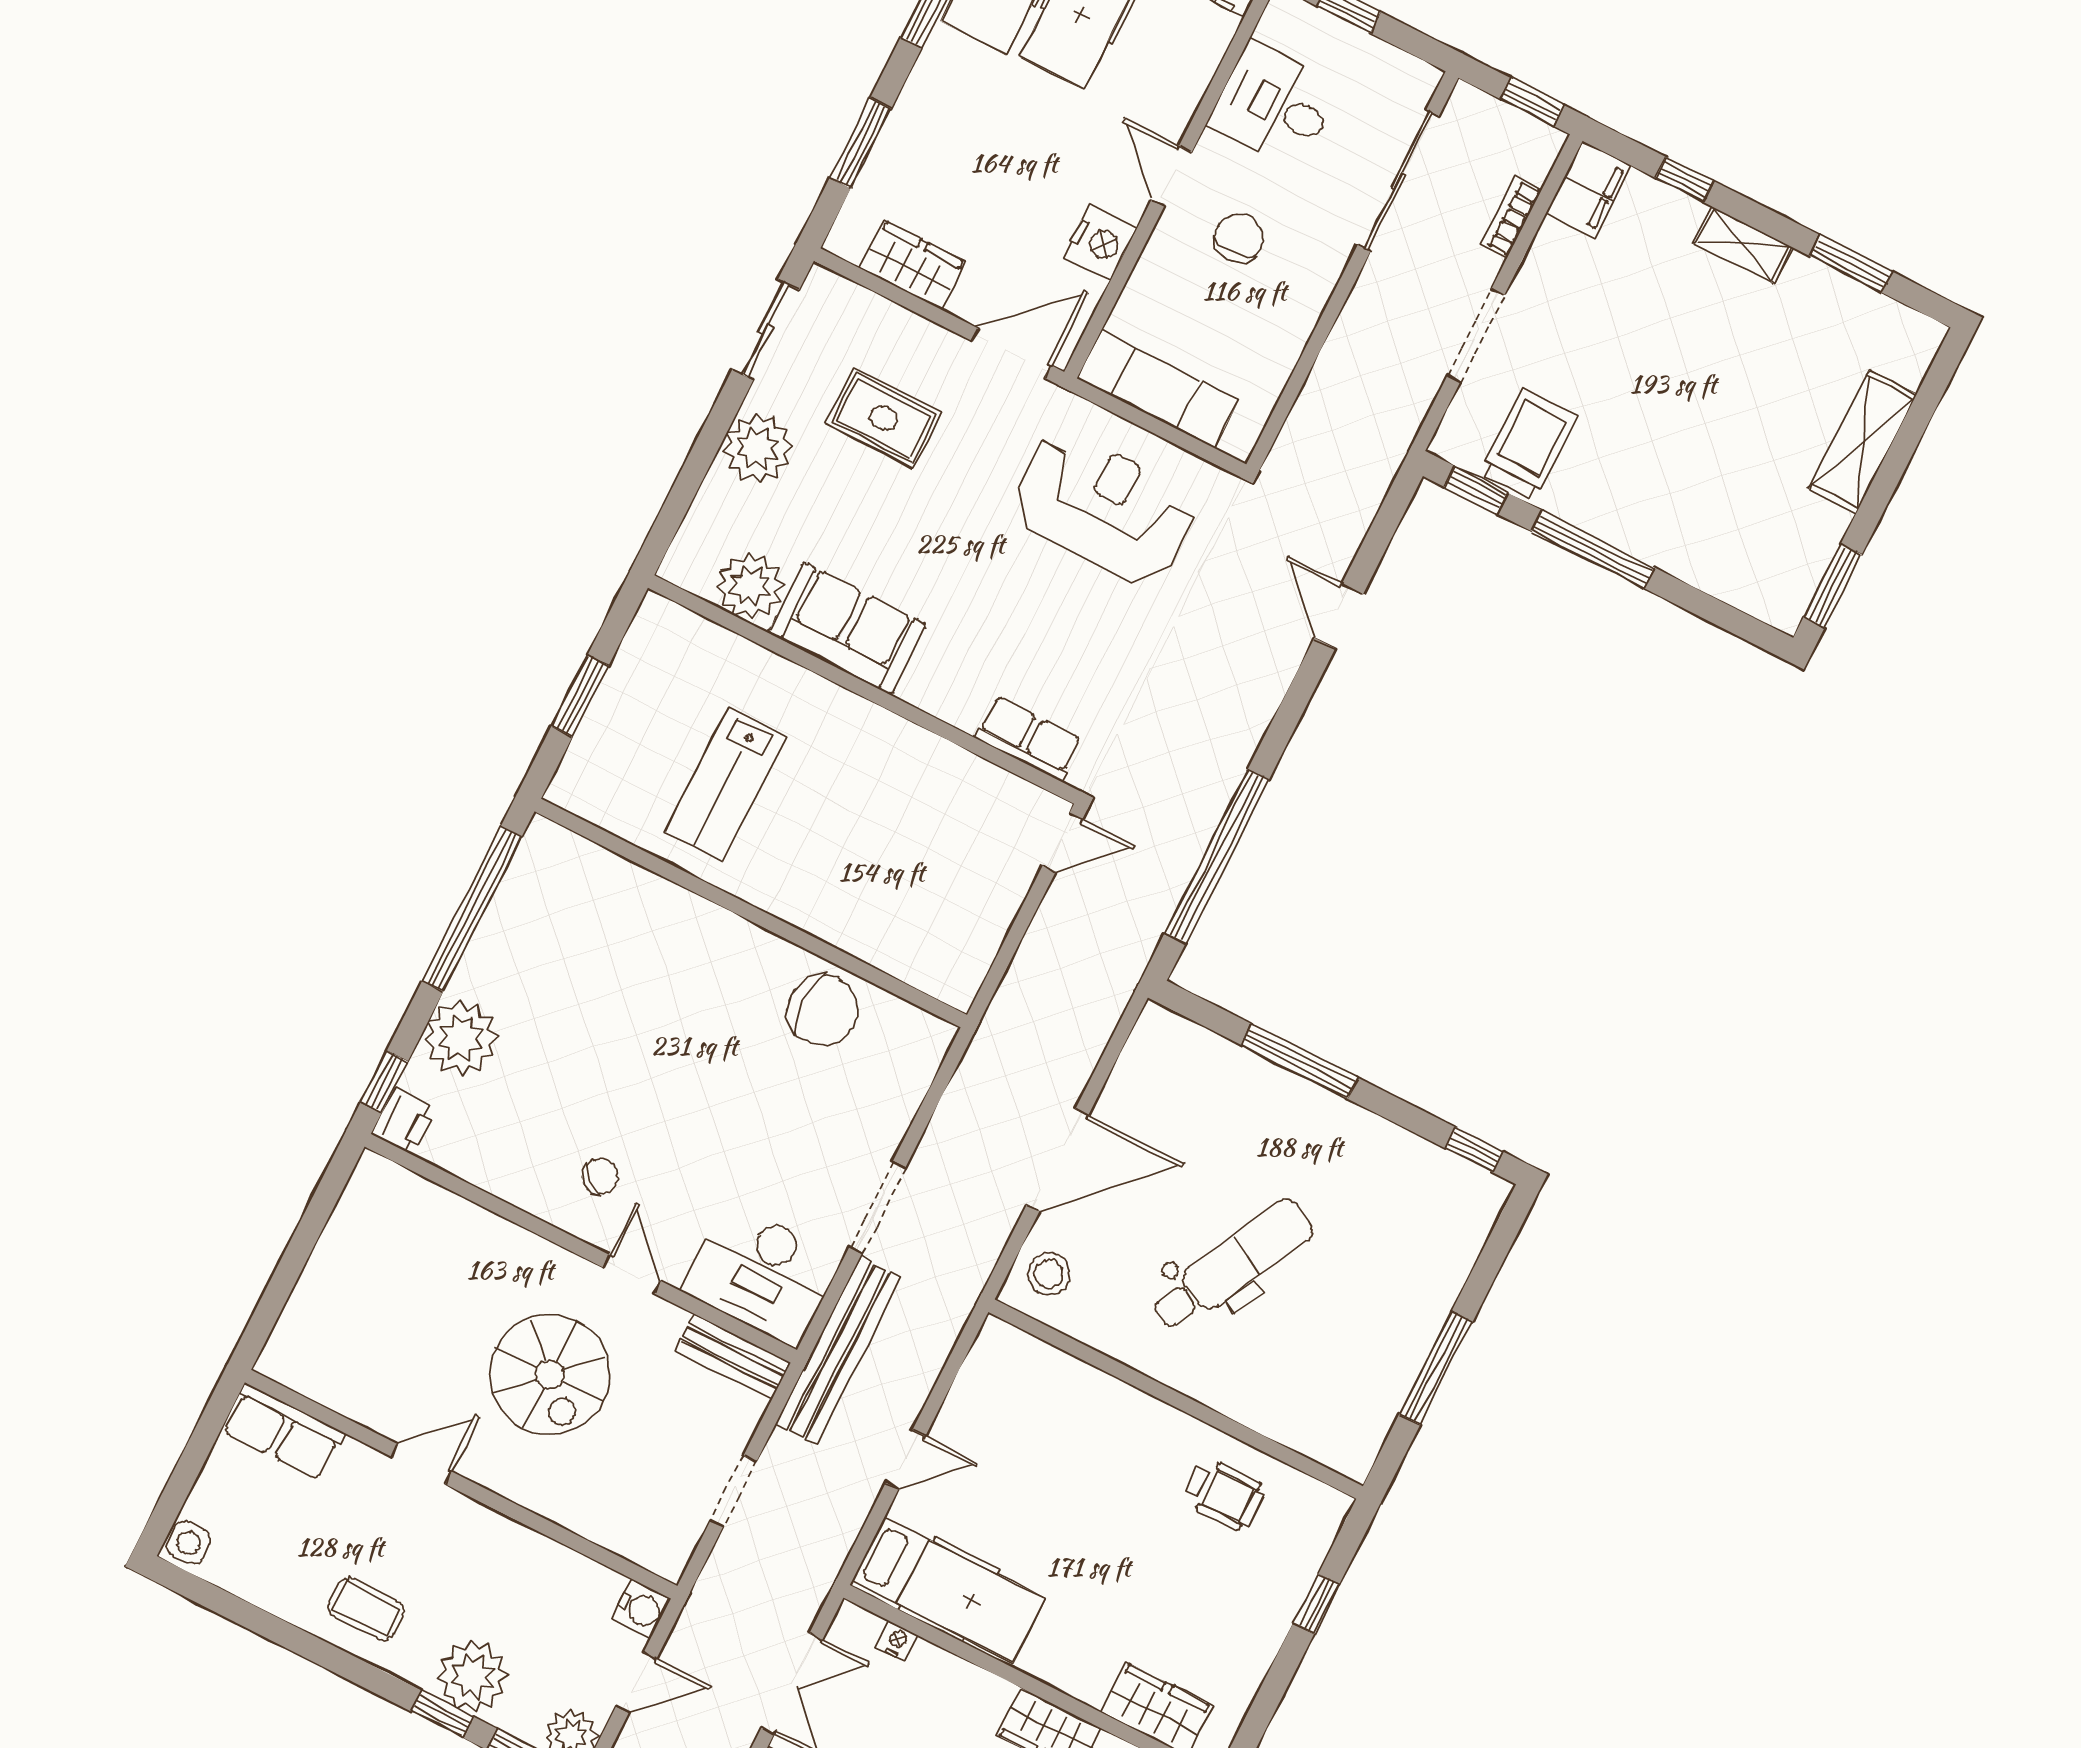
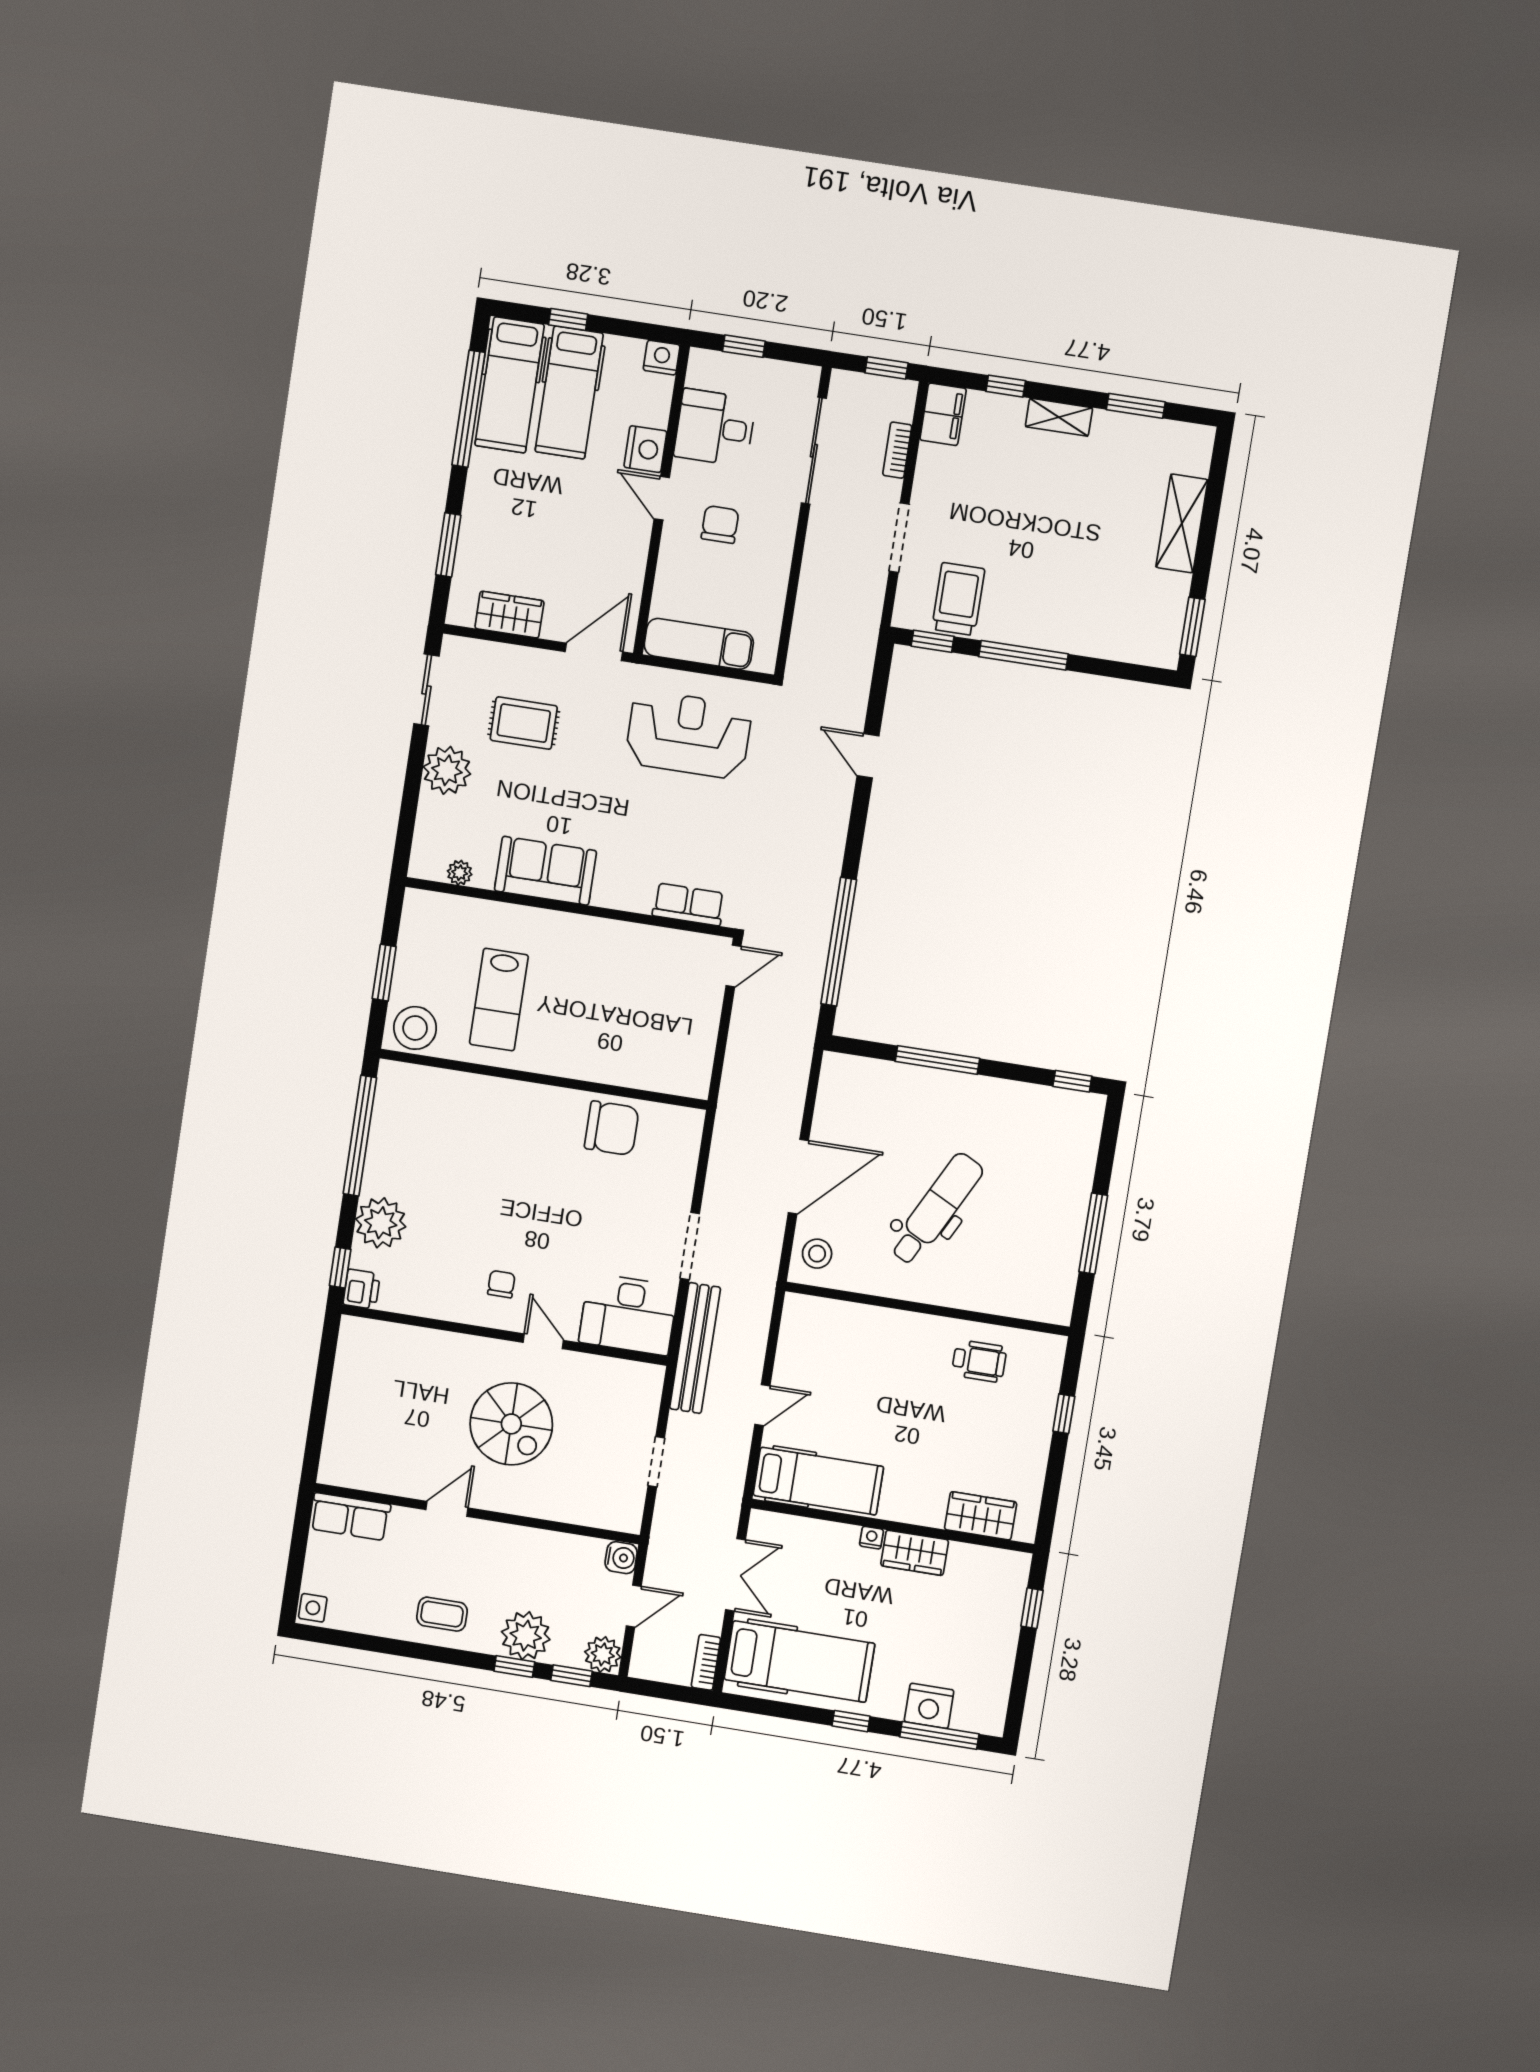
nightstand: (1100, 242) -> (645, 449), moved
plant: (750, 586) -> (460, 873), width x0.53, depth x0.53
stool: (597, 785) -> (415, 1028), added
chair: (600, 1176) -> (501, 1284), turned -40
bench: (733, 1357) -> (627, 1374), removed
nightstand: (897, 1641) -> (871, 1538), moved

